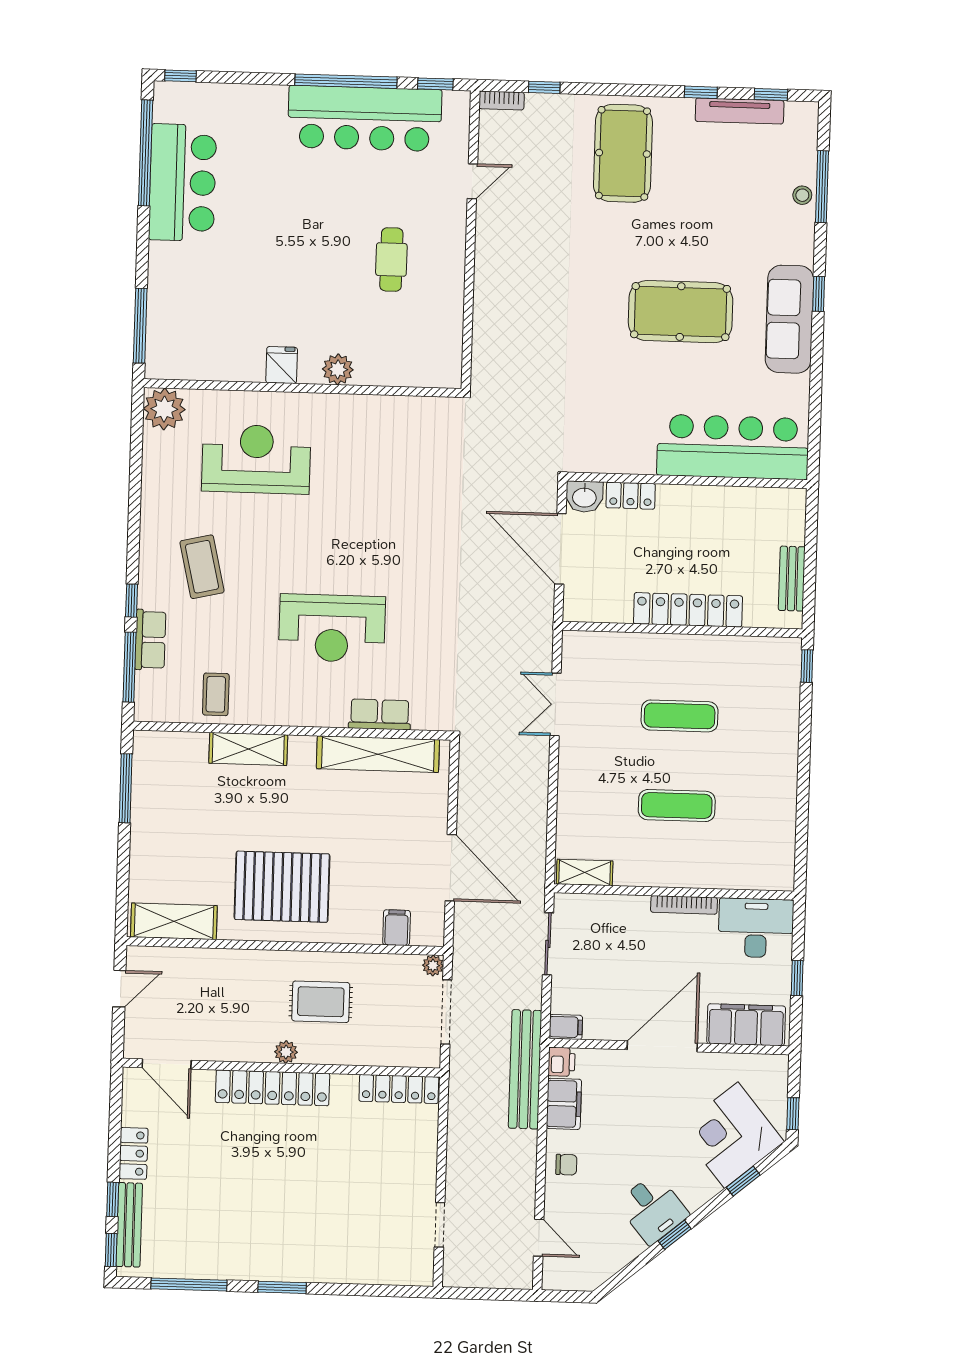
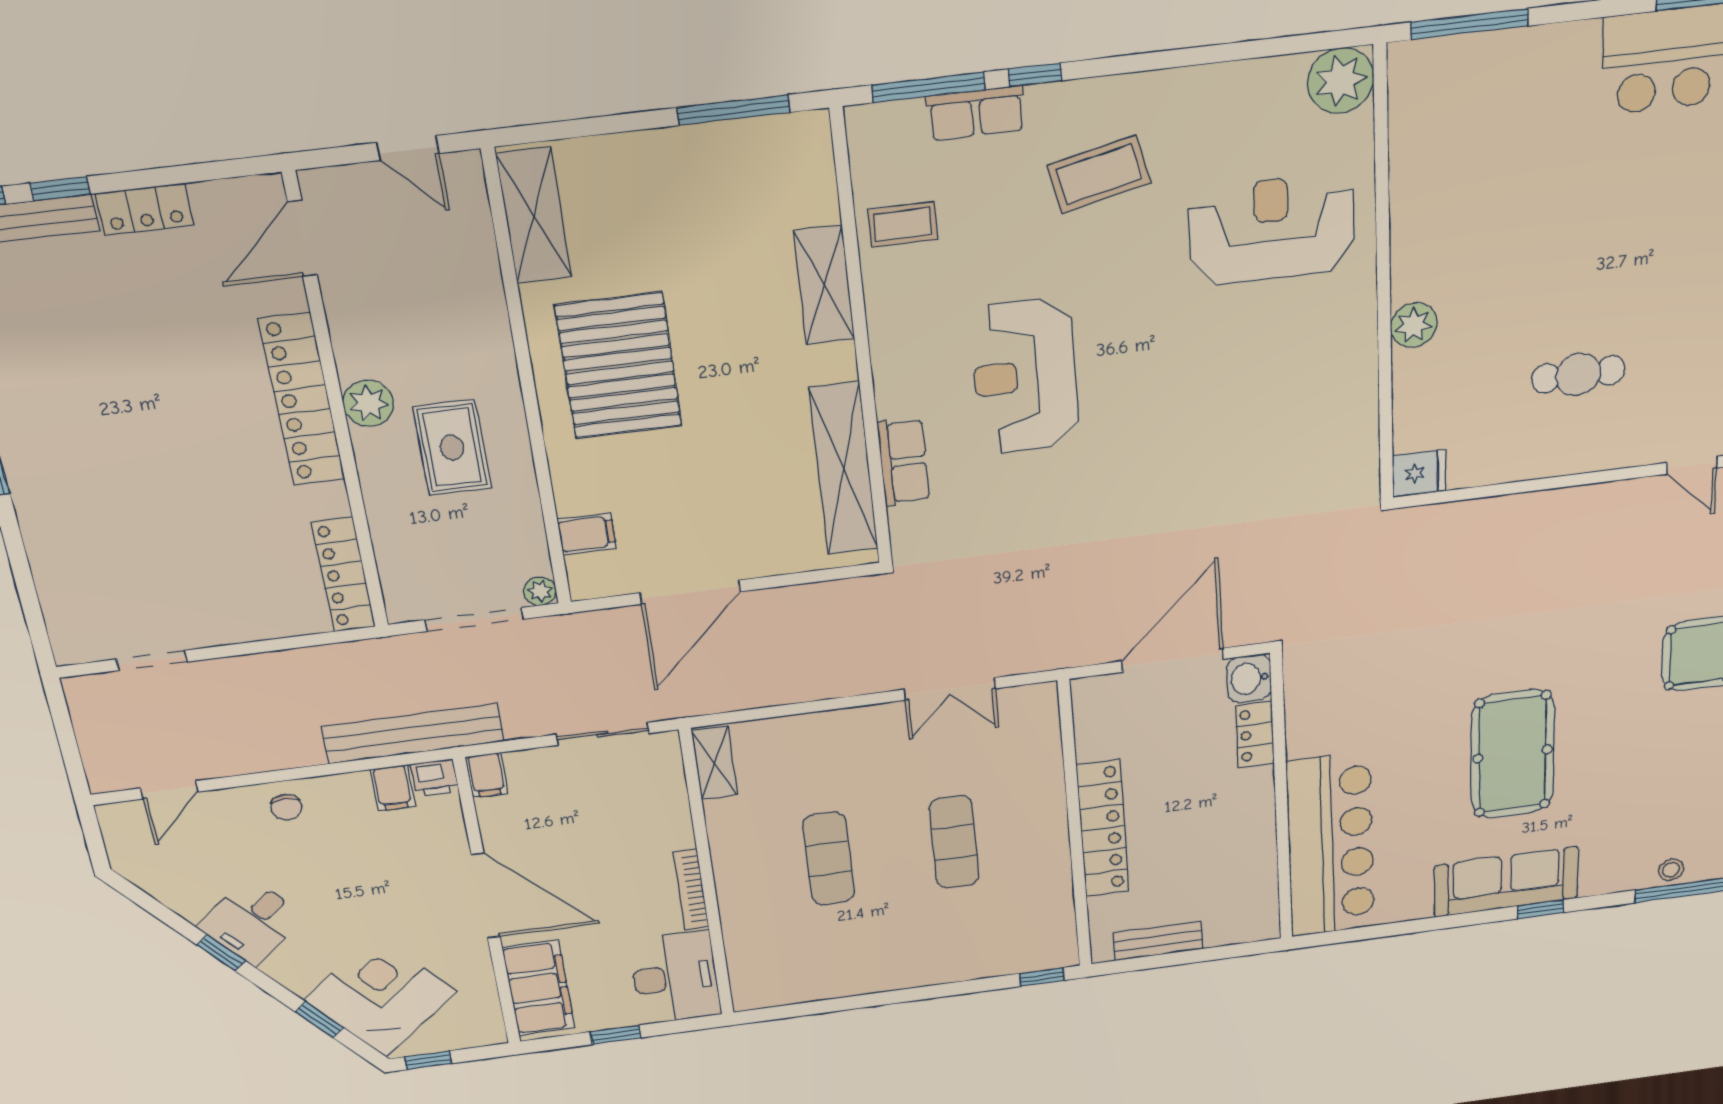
fridge: (282, 365) -> (1419, 473), moved
reception desk: (256, 459) -> (1272, 229), turned -90
double door: (555, 704) -> (950, 689), swing flipped
plant: (286, 1052) -> (368, 403), width x1.38, depth x1.38
filing cabinet: (564, 1104) -> (393, 788), width x0.50

